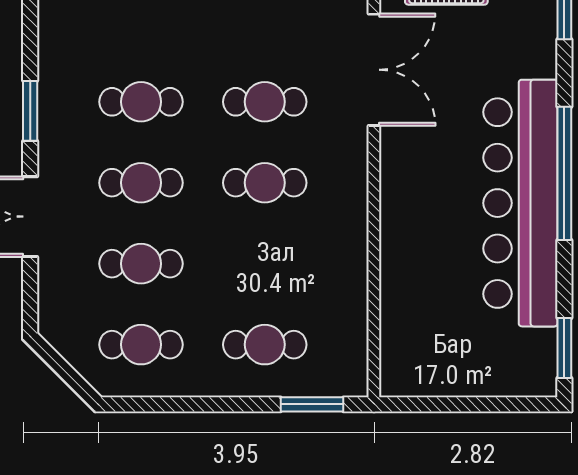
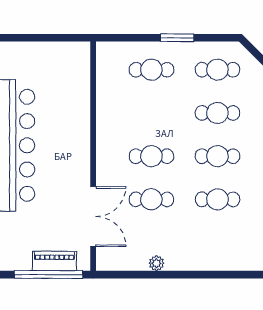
double door: (374, 70) -> (93, 217), swing flipped
window: (312, 404) -> (177, 38), moved

